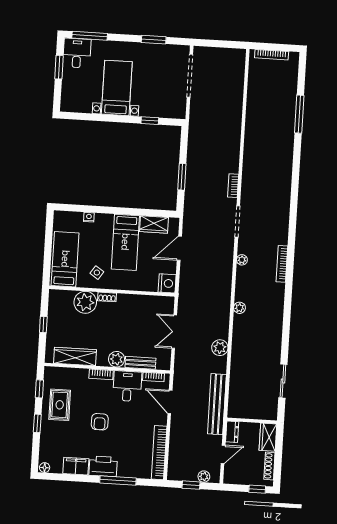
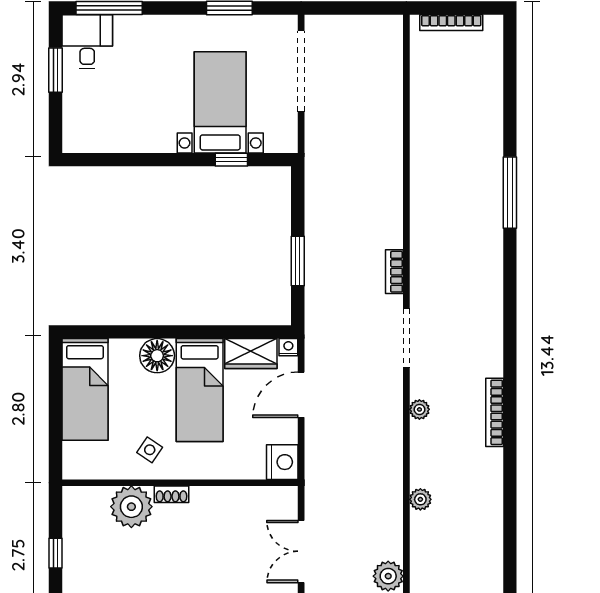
bed with nightstands: (117, 88) -> (220, 102), moved
window: (299, 114) -> (510, 193), moved
nightstand: (89, 217) -> (288, 347), moved
floor lamp: (104, 223) -> (157, 356), added
bed: (65, 259) -> (85, 389), moved, turned 180

